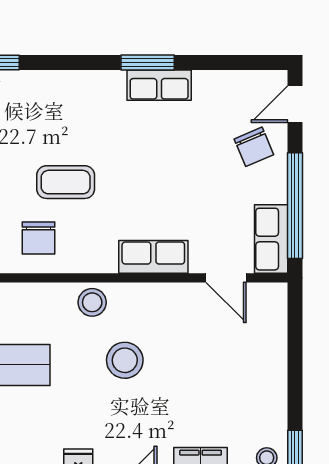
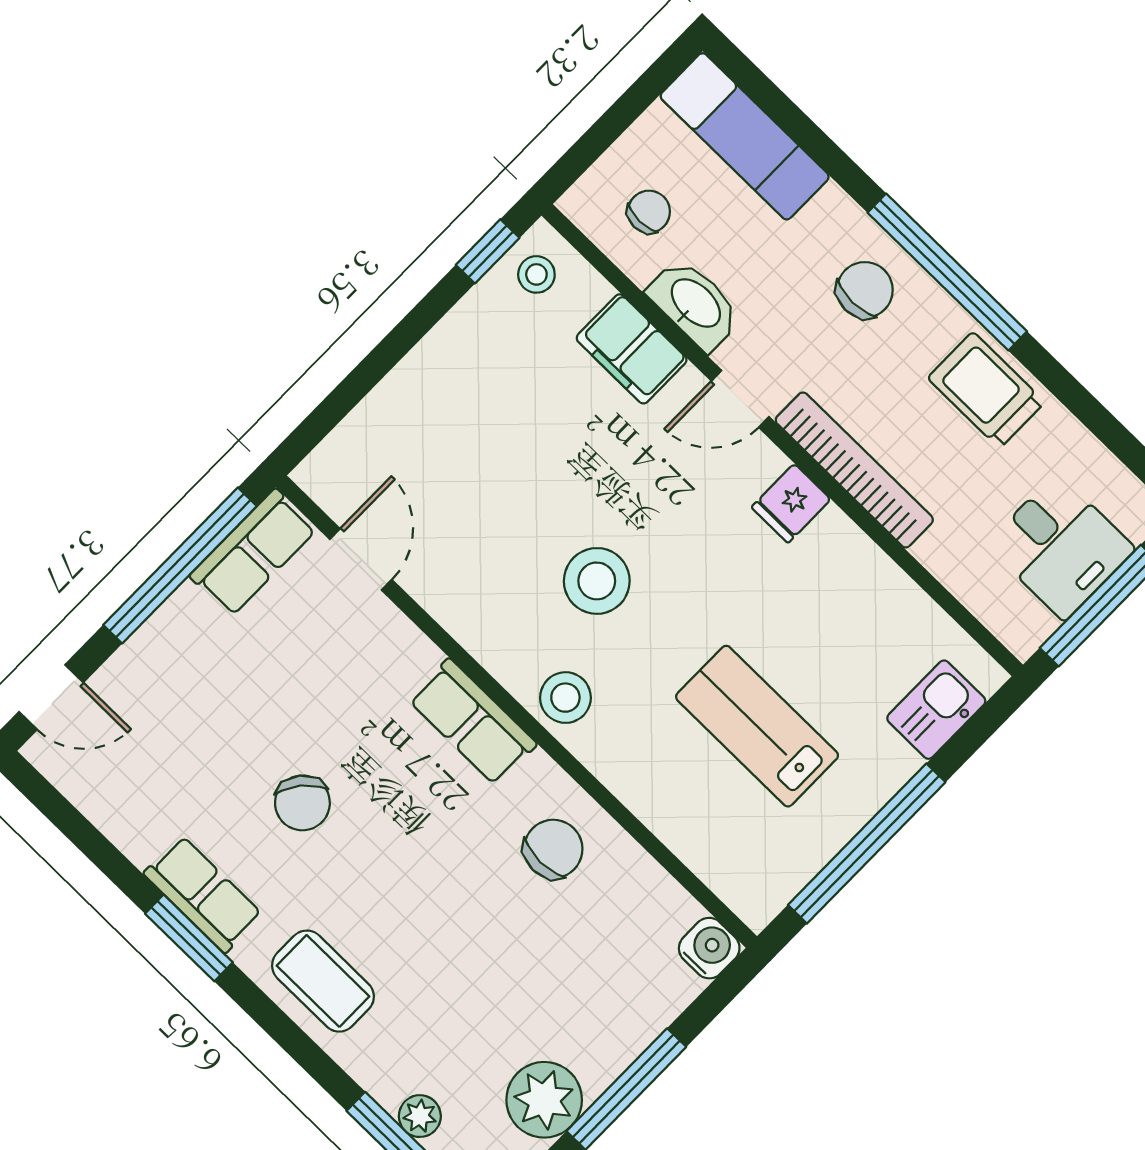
chair: (254, 147) -> (302, 803), moved, turned 153
coffee table: (66, 182) -> (323, 981), moved
row of seats: (153, 257) -> (473, 722), moved

